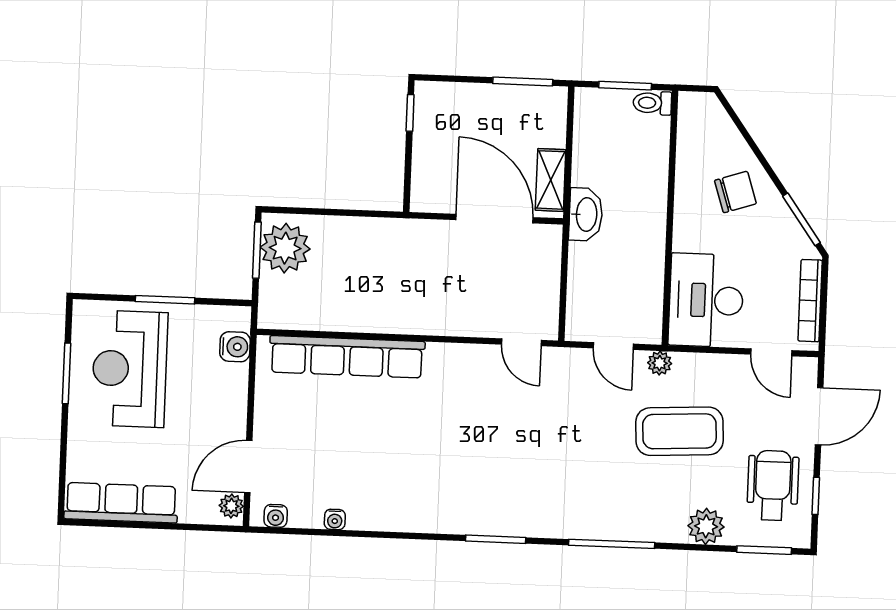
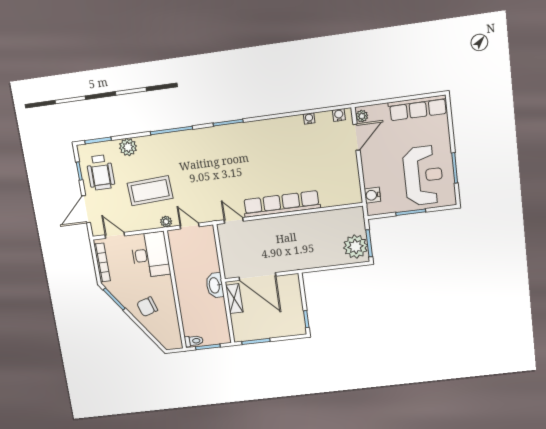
row of seats: (347, 357) -> (282, 204), moved

